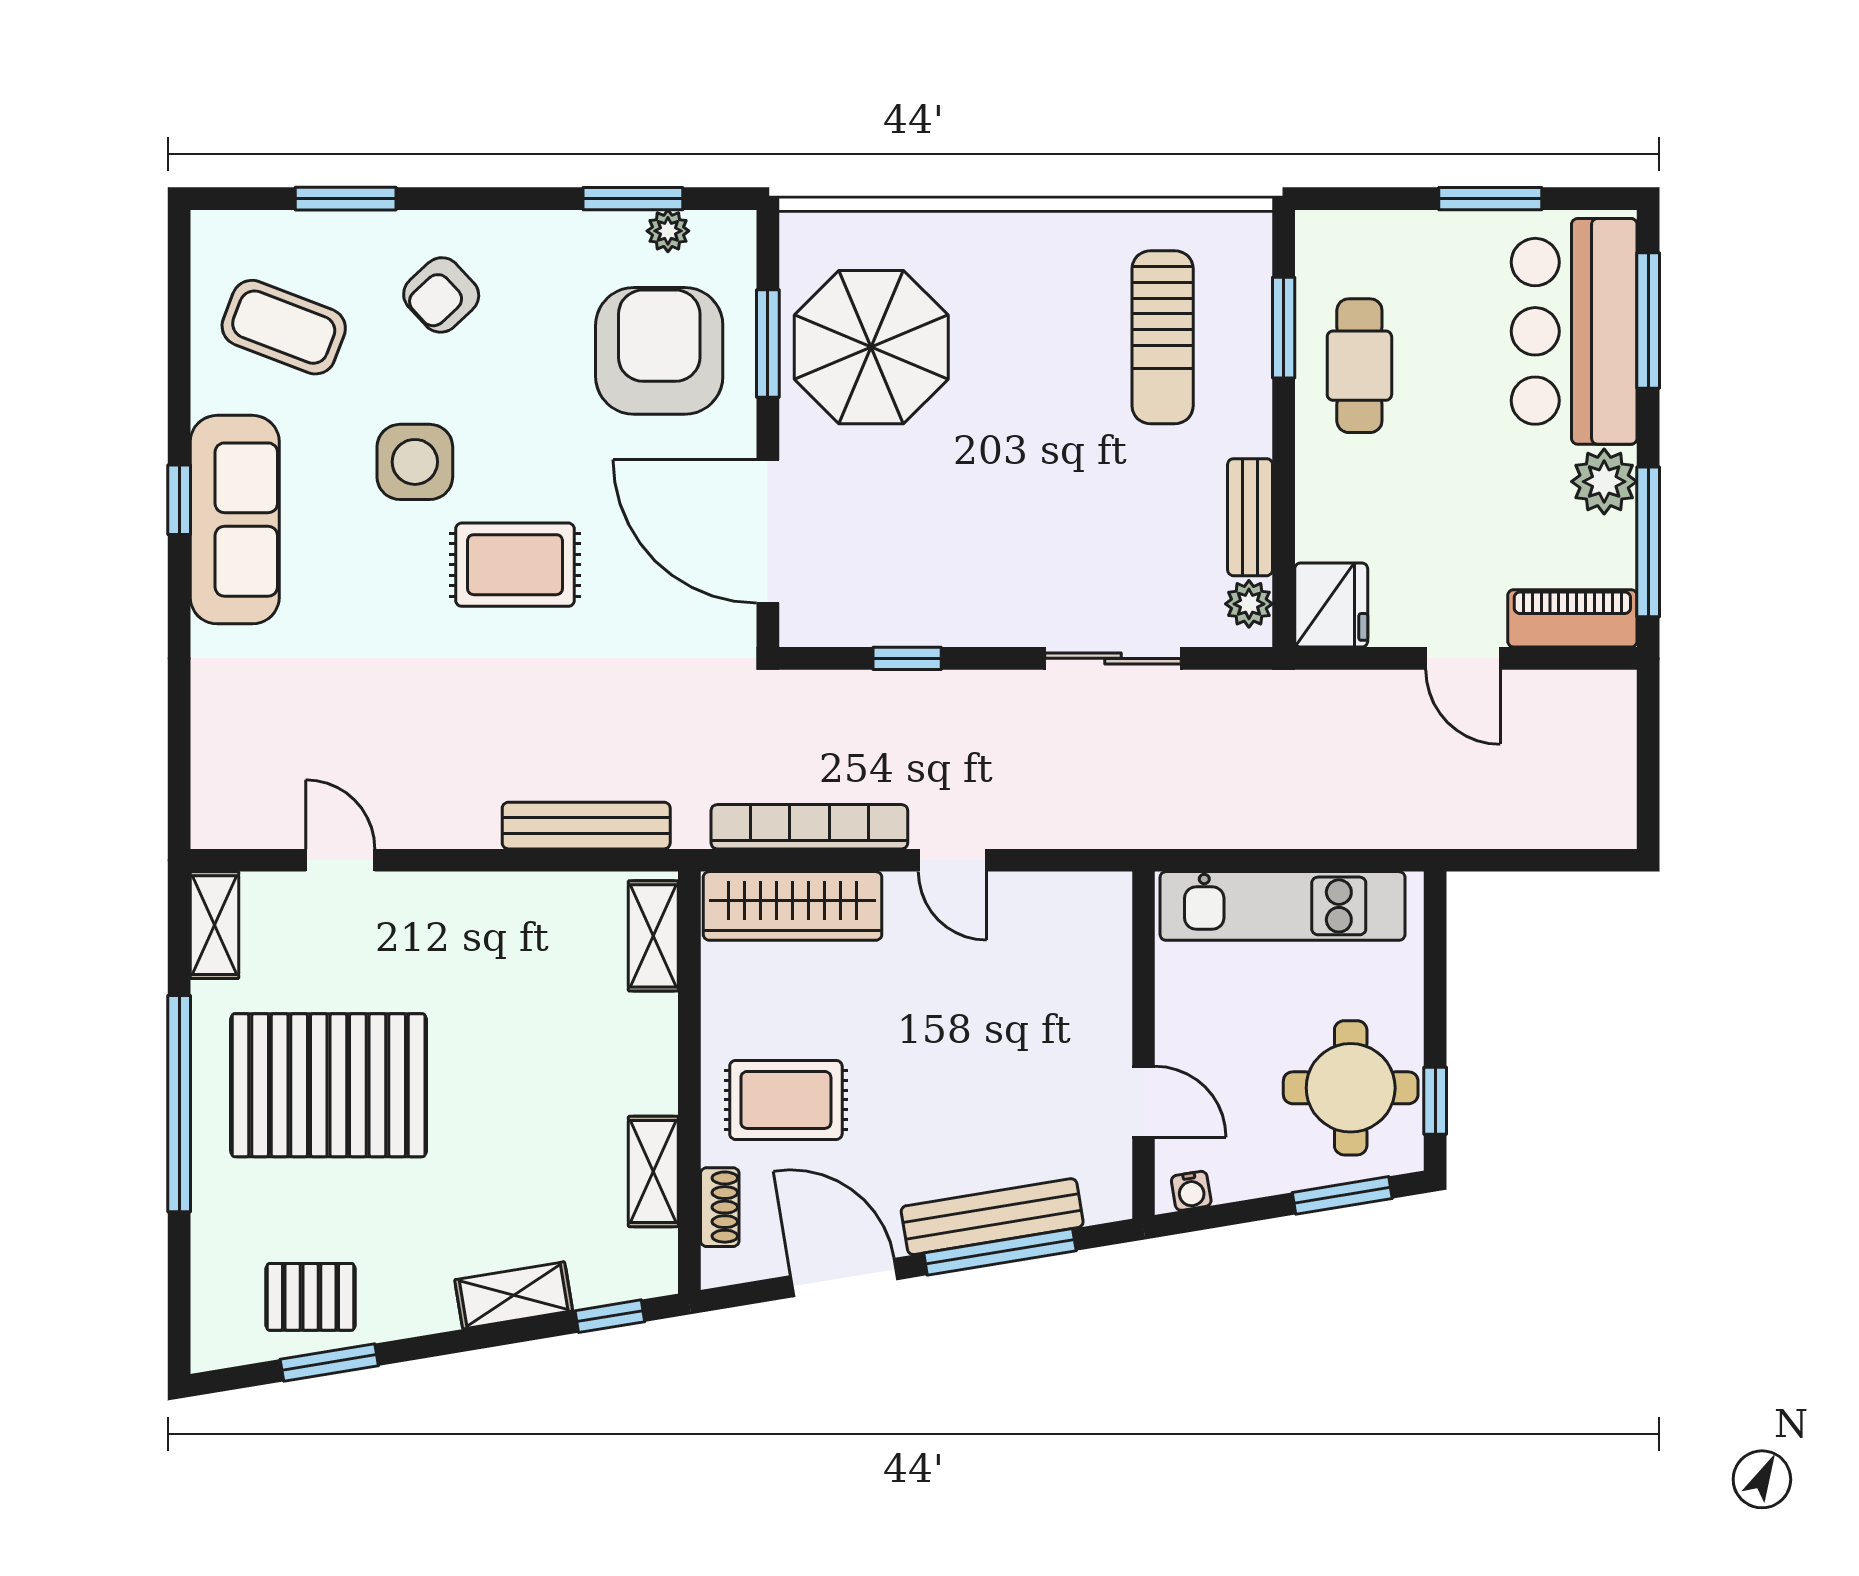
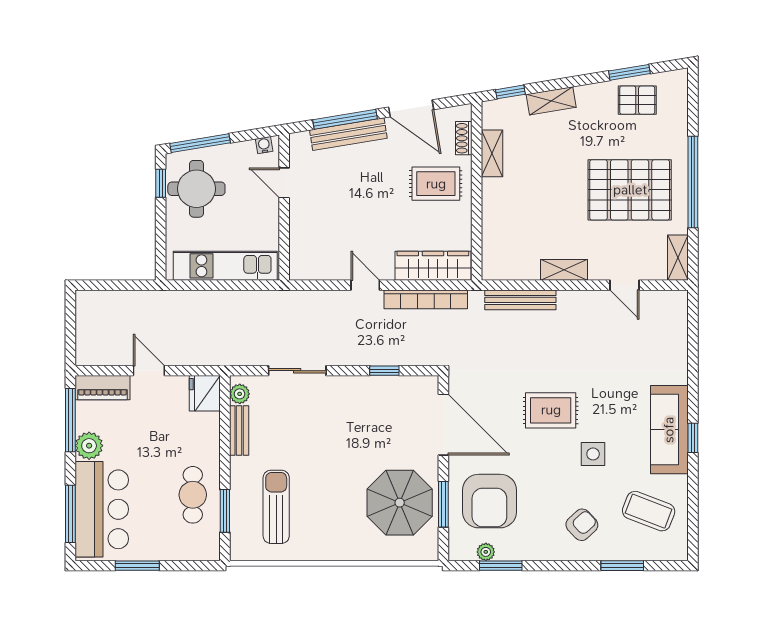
side table: (415, 462) -> (593, 454), width x0.73, depth x0.73
shelving: (653, 936) -> (564, 270), moved, turned 90
window: (1342, 1195) -> (200, 143), width x1.44

